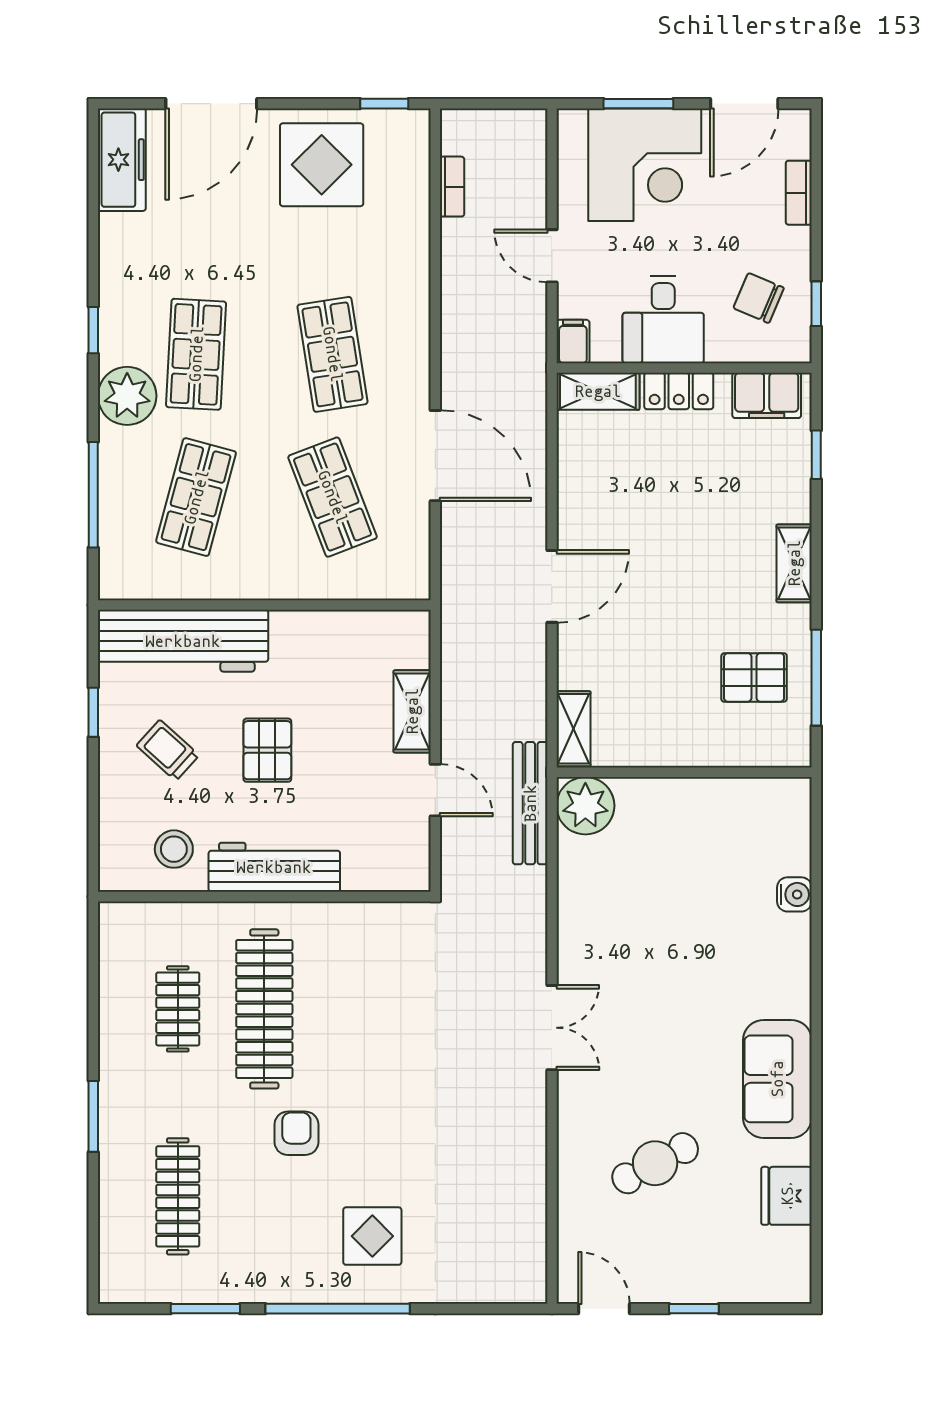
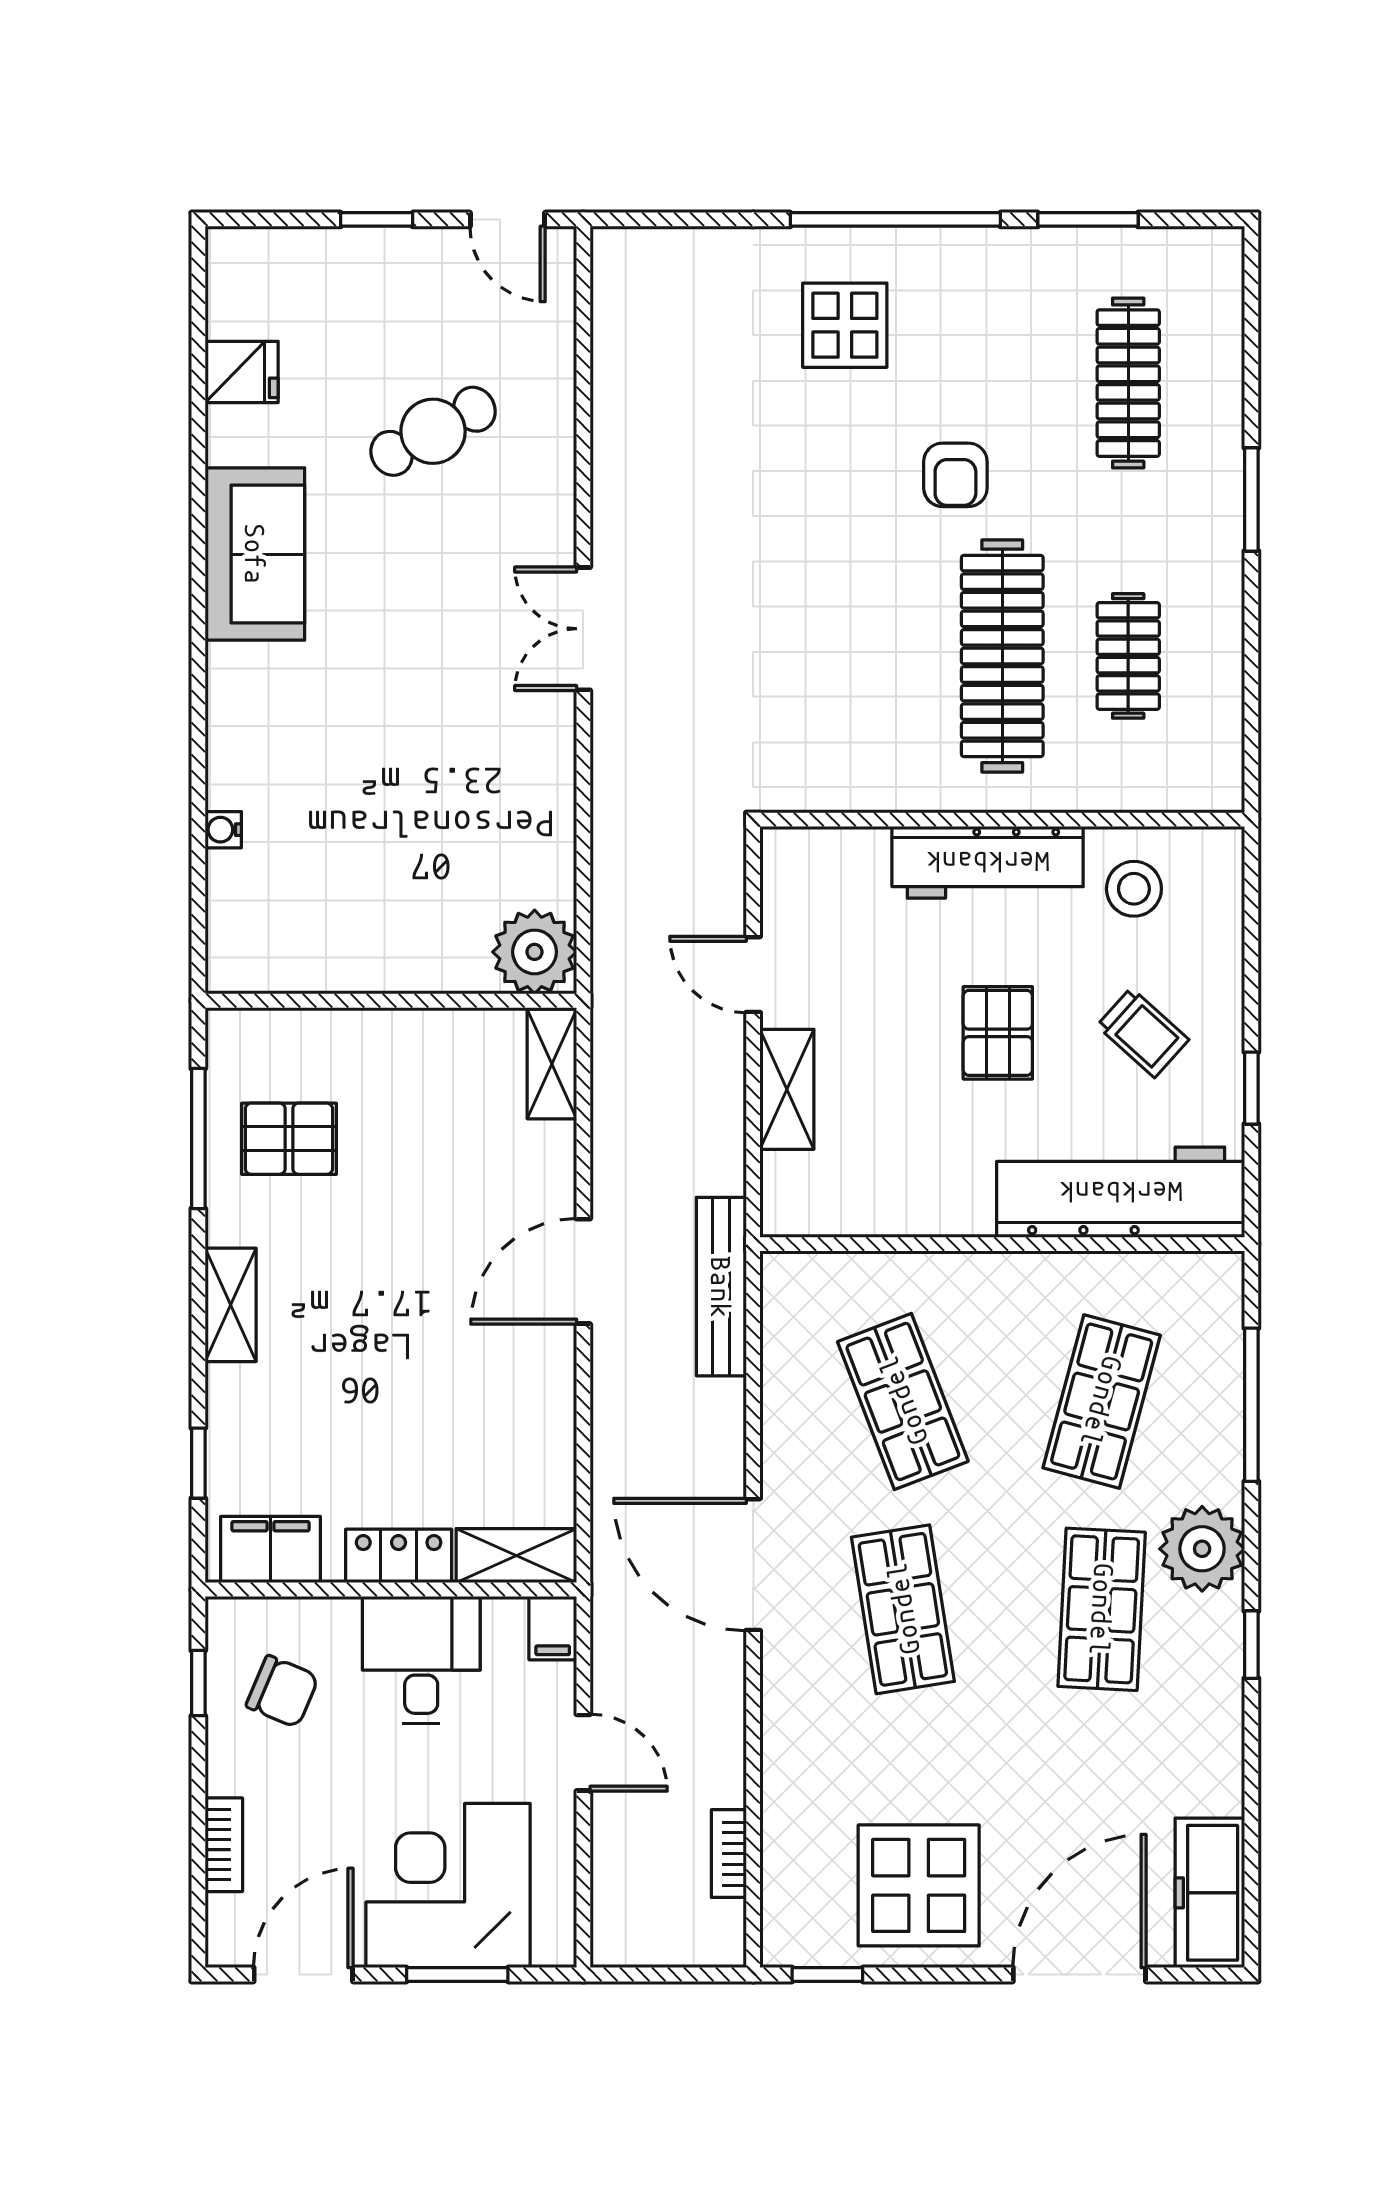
door: (435, 456) -> (753, 1565), moved
bench: (530, 803) -> (721, 1287), moved
water cooler: (794, 894) -> (223, 830), width x0.72, depth x0.72
fridge: (787, 1196) -> (242, 372), width x0.72

